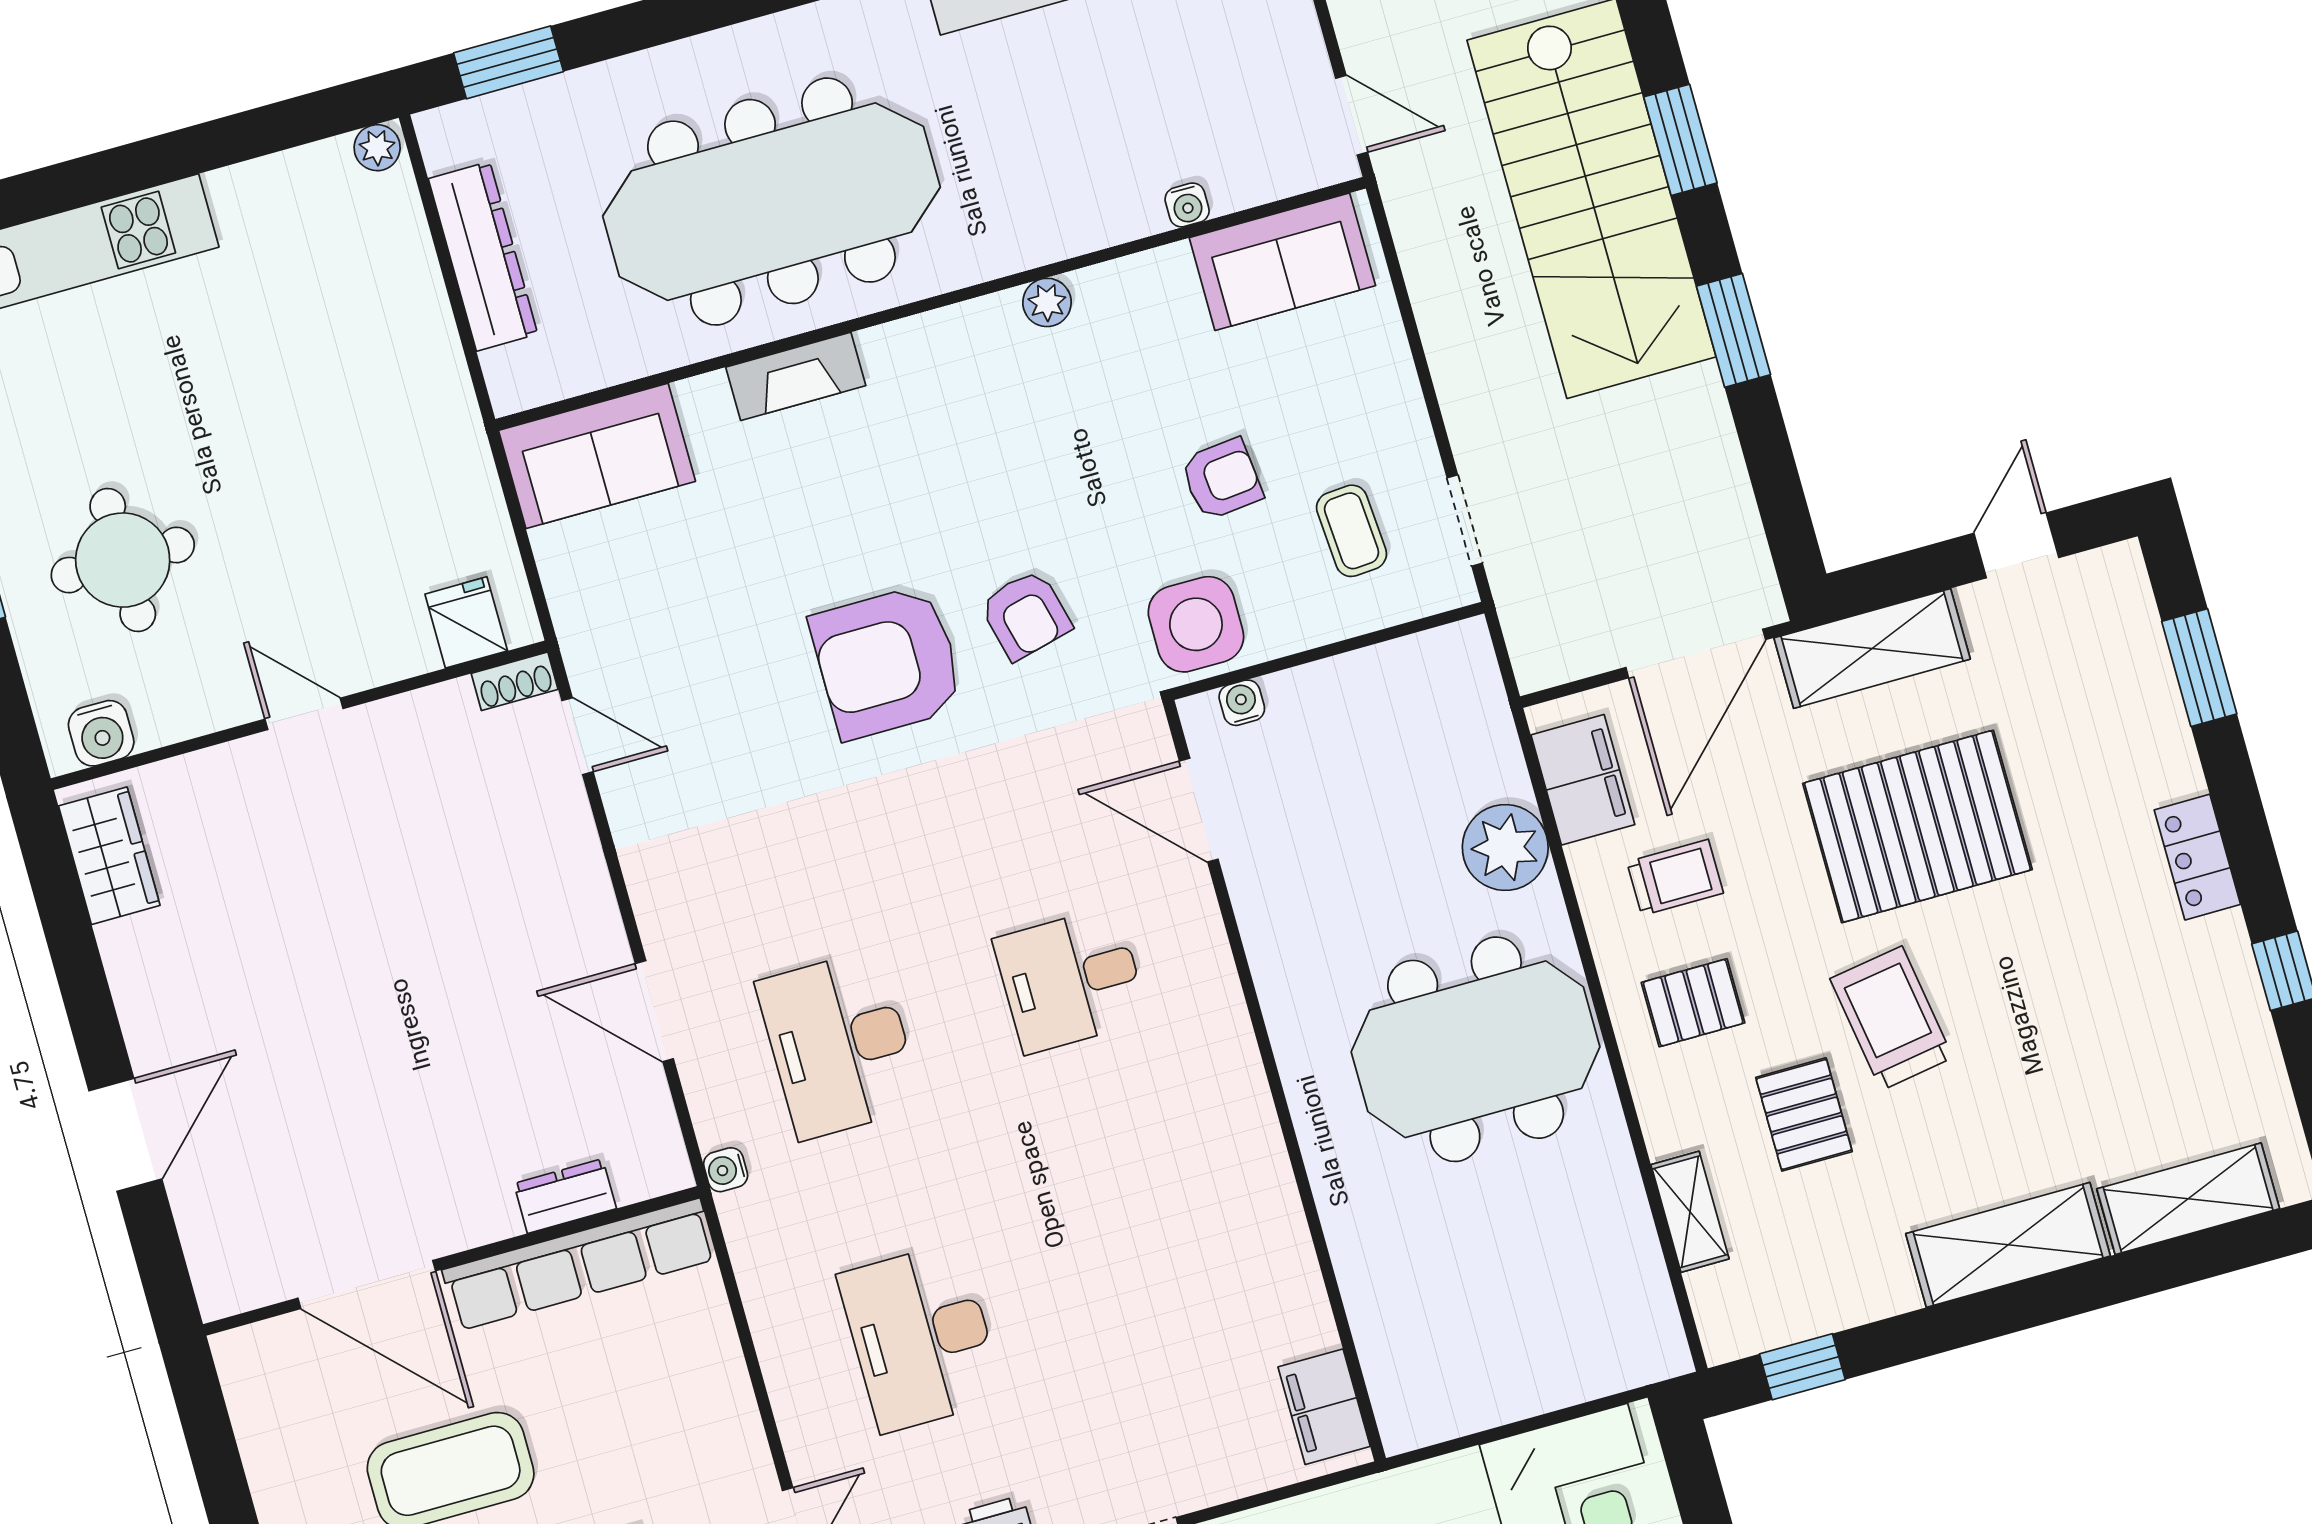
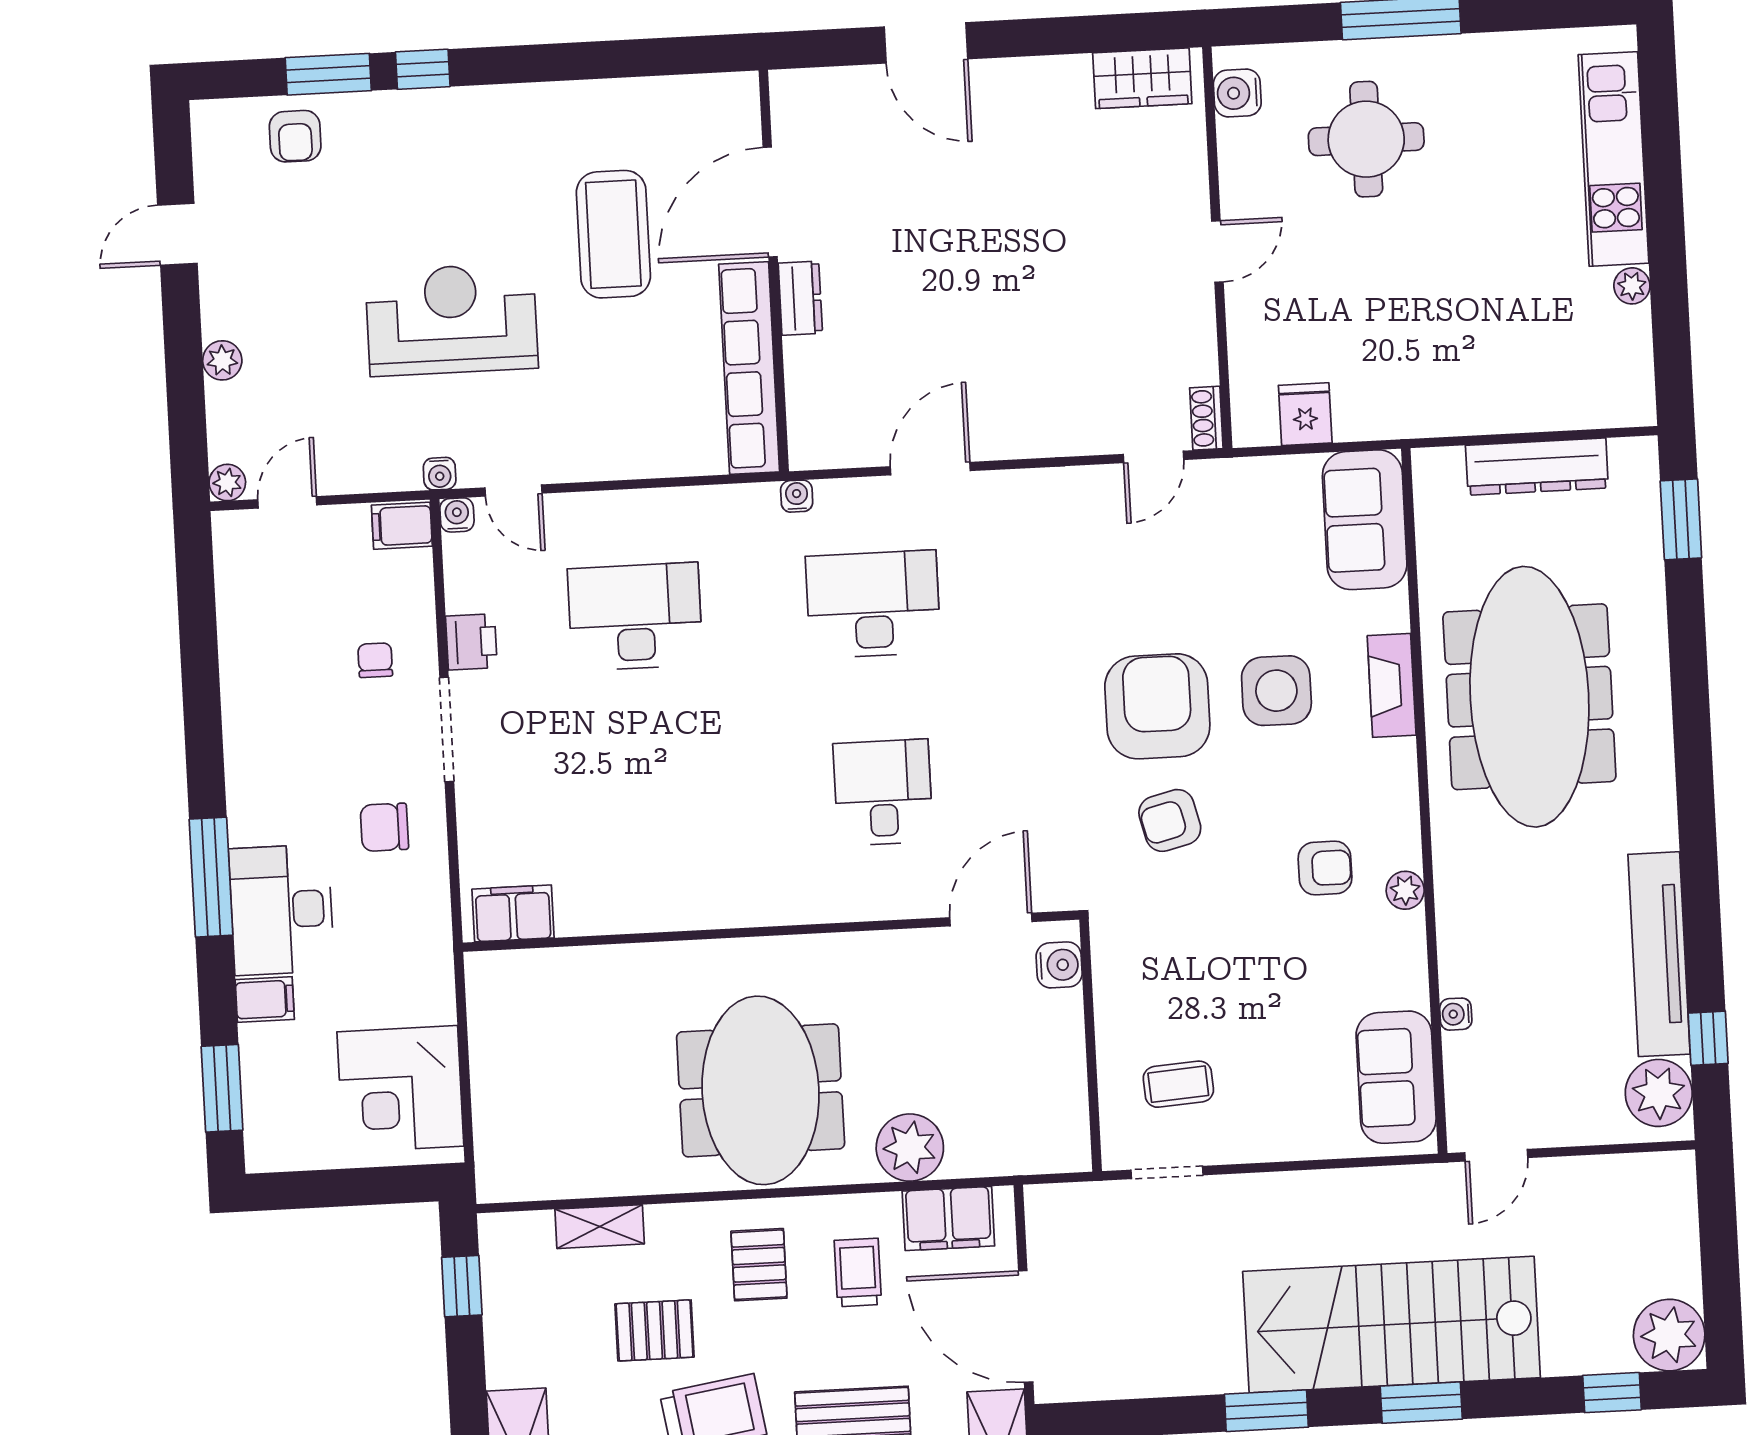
plant: (377, 148) -> (1632, 286), moved
armchair: (1222, 479) -> (1325, 868), moved, turned -84
fridge: (466, 622) -> (1305, 414), moved, turned -90
side table: (1196, 624) -> (1276, 691), moved
water cooler: (1242, 703) -> (1059, 965), width x1.38, depth x1.38
trolley: (1675, 877) -> (858, 1272), turned 180
dresser: (565, 1196) -> (800, 298), moved

